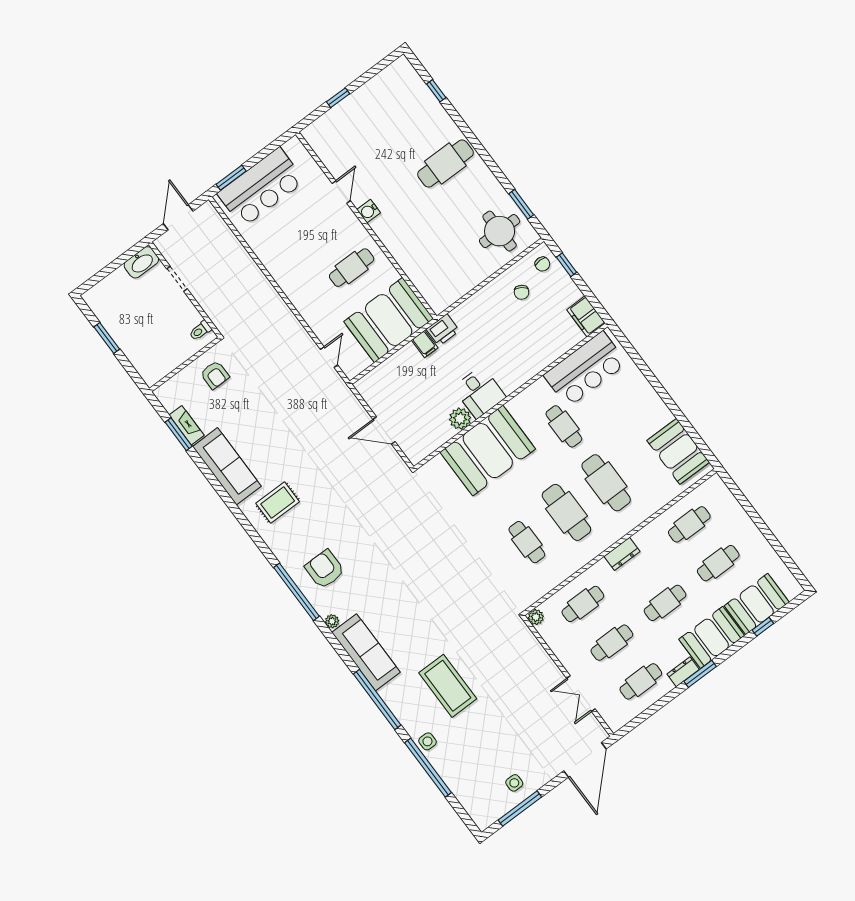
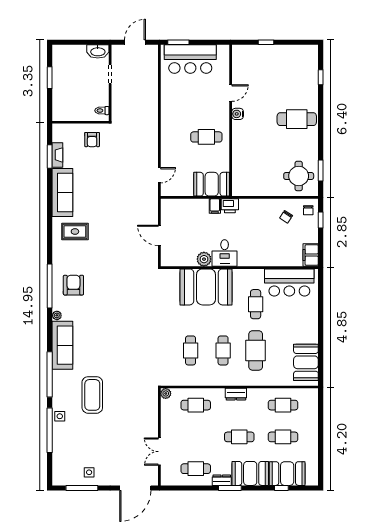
booth: (389, 320) -> (212, 184), width x0.73, depth x0.70
cafe table: (566, 512) -> (223, 350), width x0.73, depth x0.74
cafe table: (612, 643) -> (196, 437), removed

